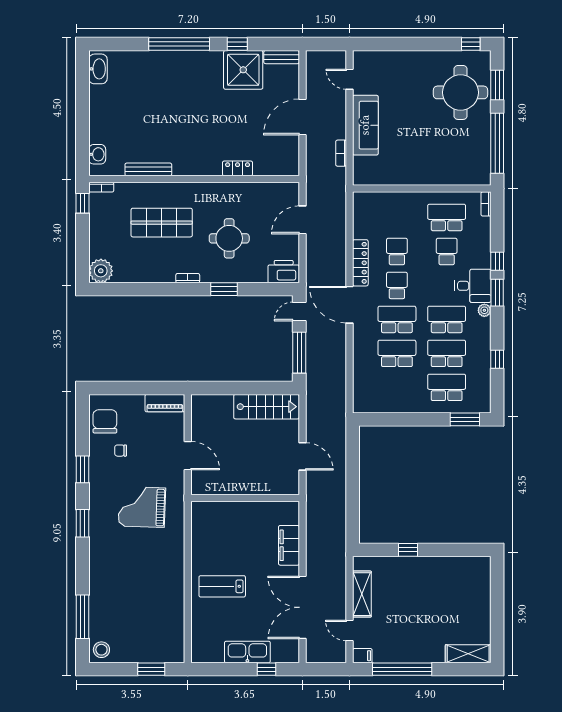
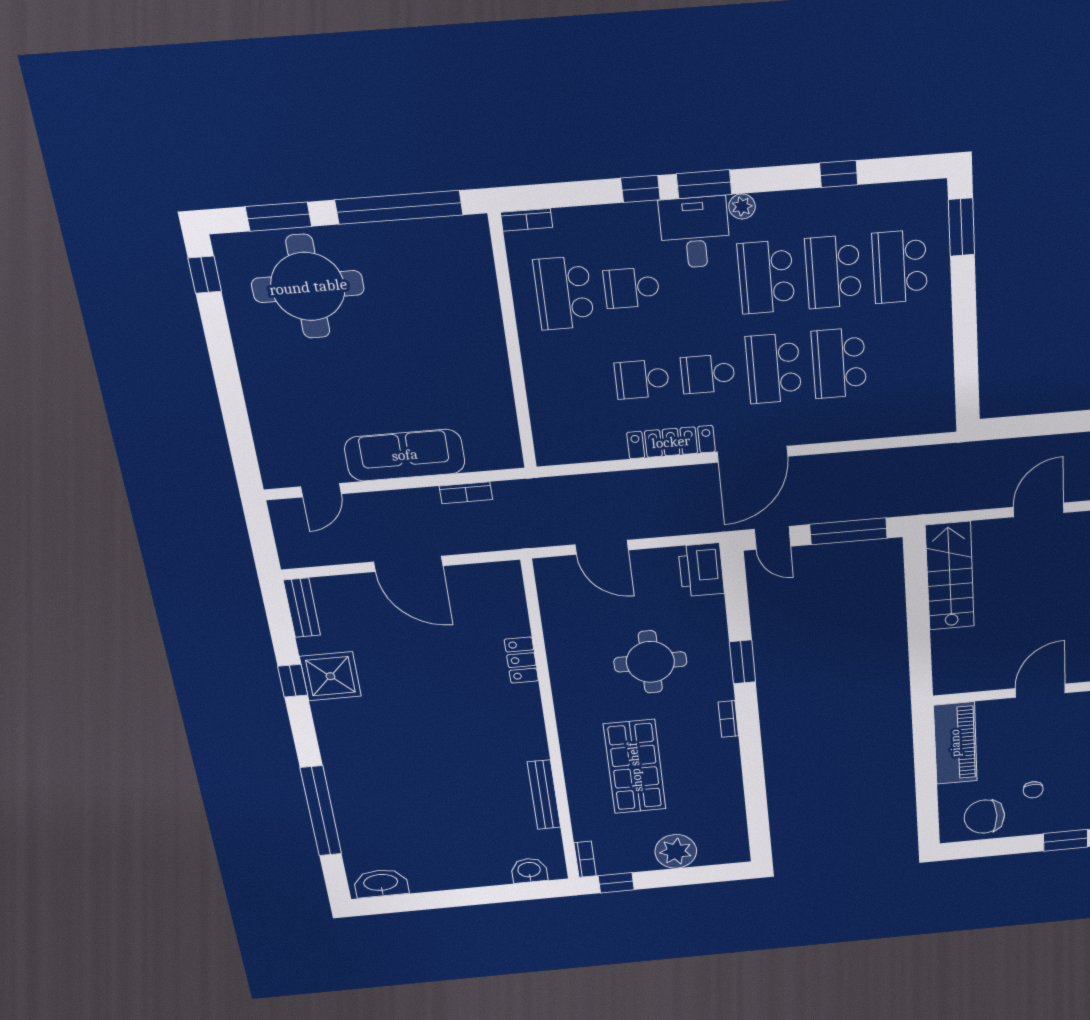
window: (179, 44) -> (321, 811), moved
shower: (243, 70) -> (330, 676), width x0.73, depth x0.73
plant: (101, 271) -> (676, 851), moved
piano: (165, 403) -> (955, 743), width x1.37, depth x1.33

